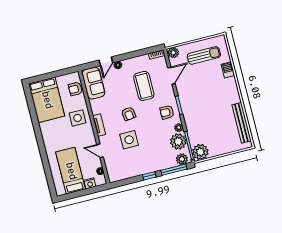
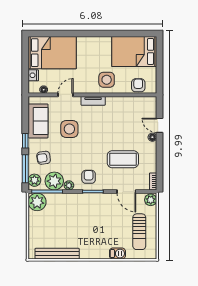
sofa: (93, 83) -> (38, 121), moved, turned -90
armchair: (129, 114) -> (44, 158), moved
bed: (71, 171) -> (52, 53), width x1.50

